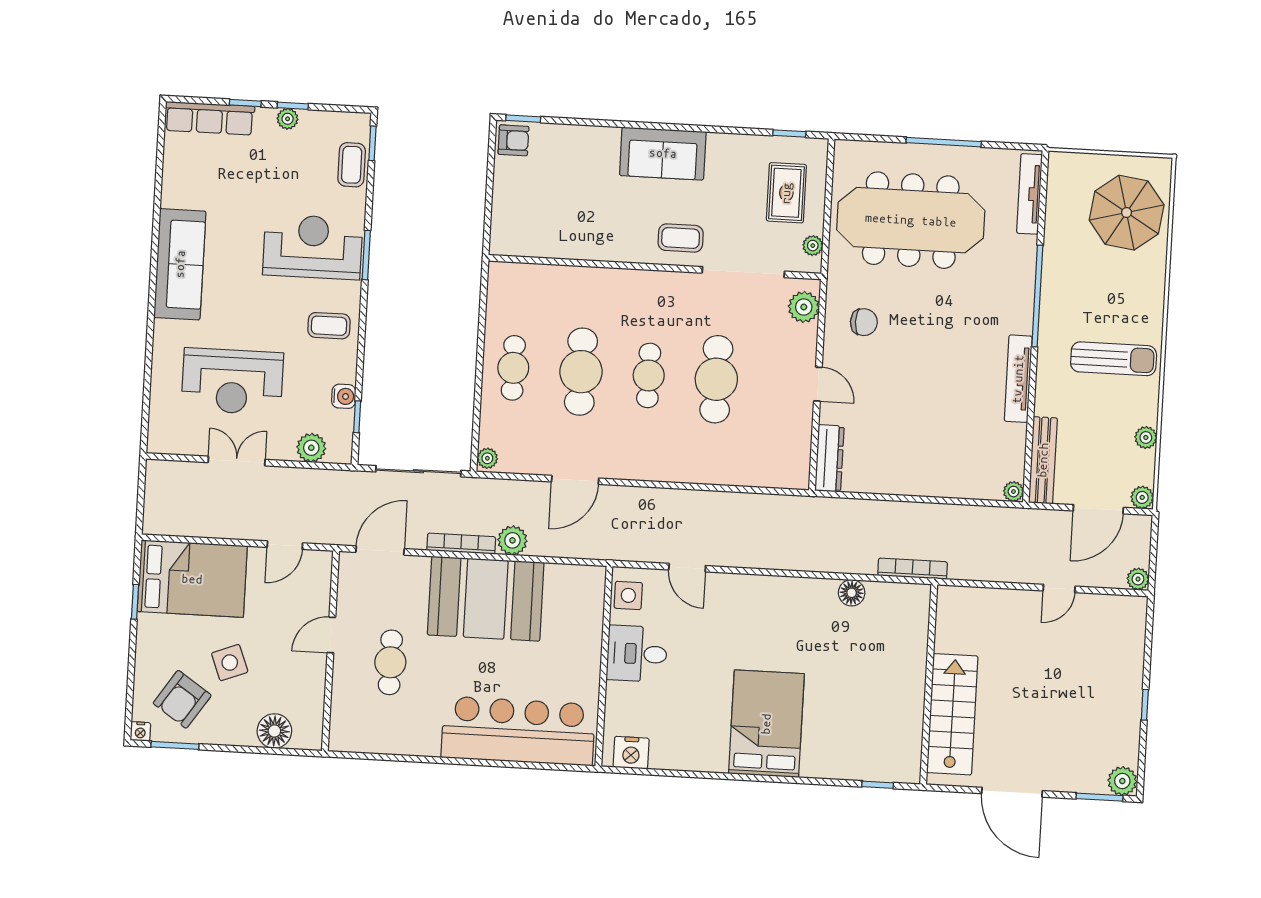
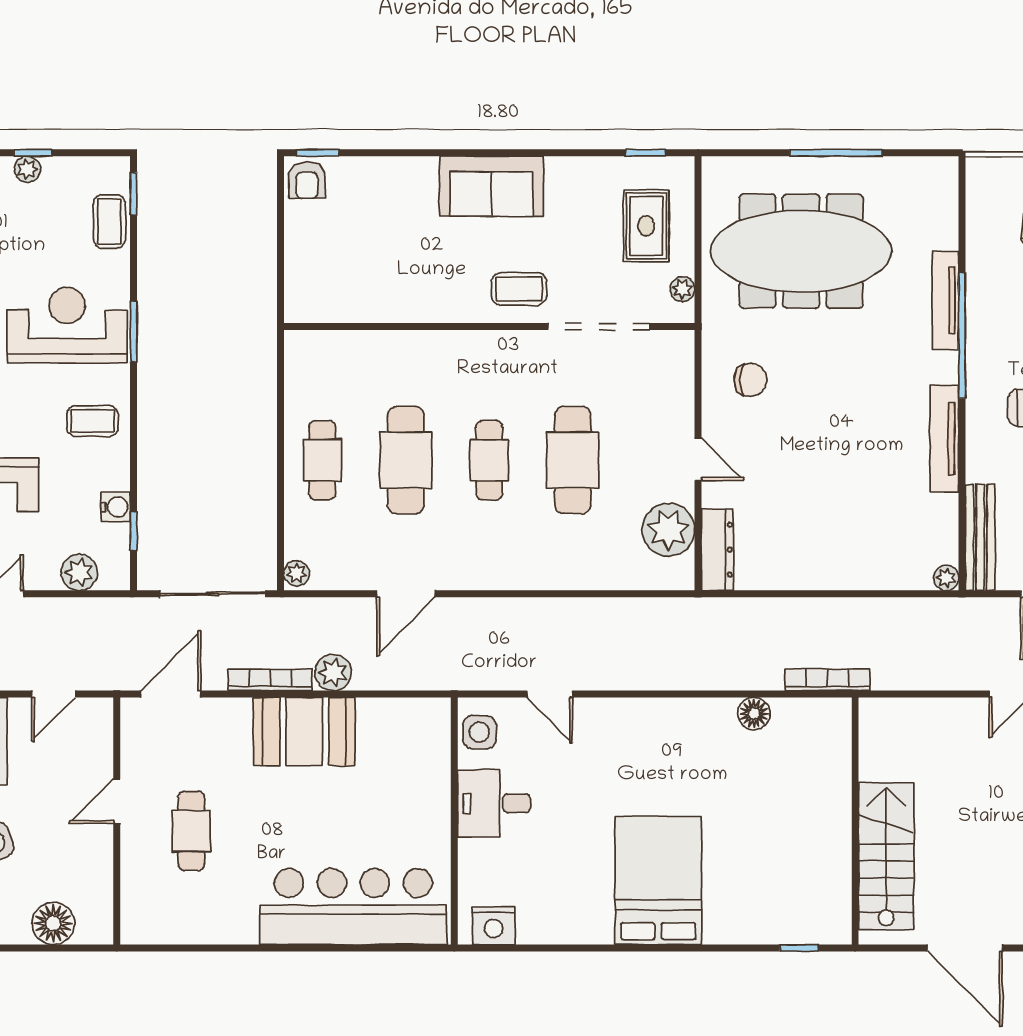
armchair: (513, 140) -> (307, 180), turned 90
tv unit: (1029, 194) -> (945, 300), moved
plant: (804, 307) -> (668, 530), moved, width x1.36, depth x1.36
booth: (486, 599) -> (304, 732), width x0.73, depth x0.70

